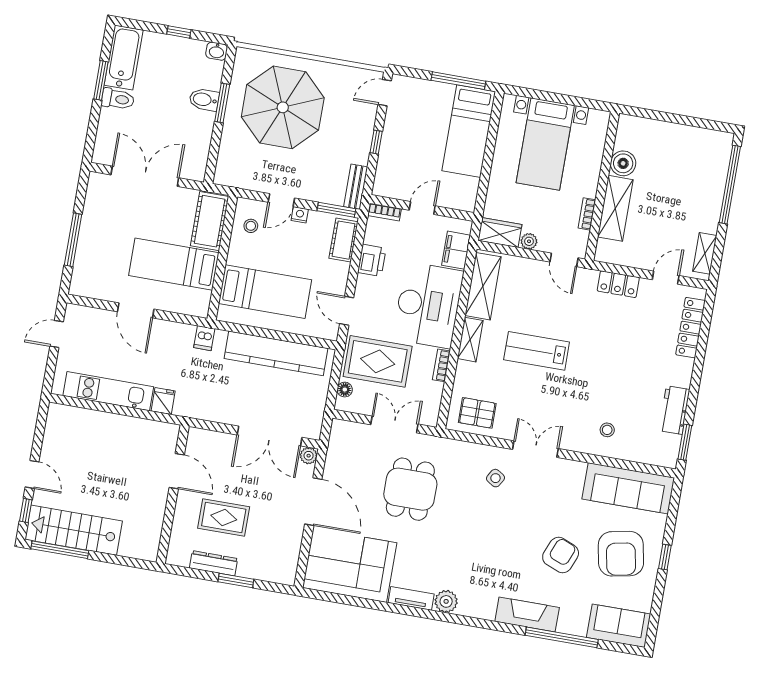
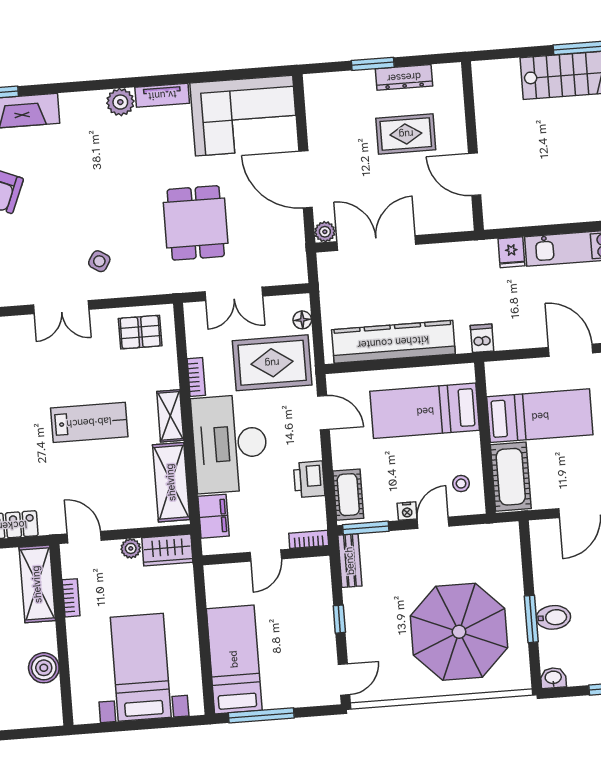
shelving: (615, 208) -> (37, 584), moved

